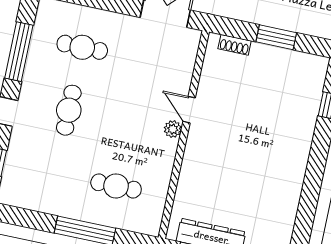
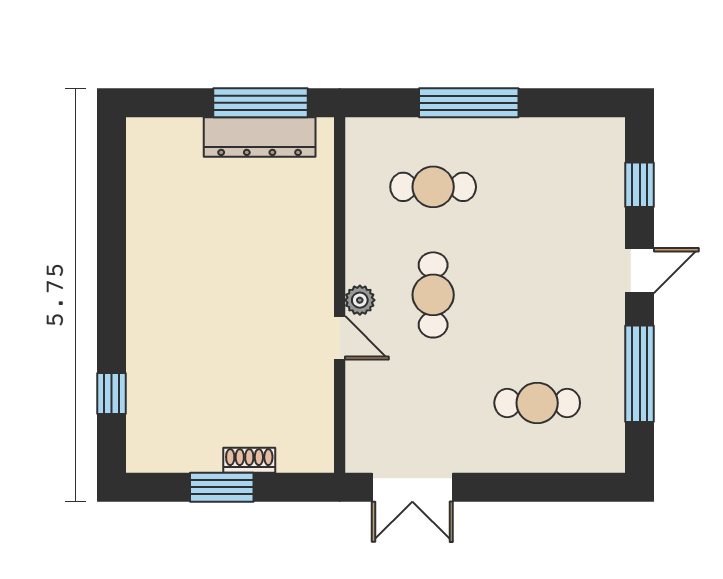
shoe rack: (235, 45) -> (249, 460), moved
cafe table: (69, 110) -> (433, 295), moved

